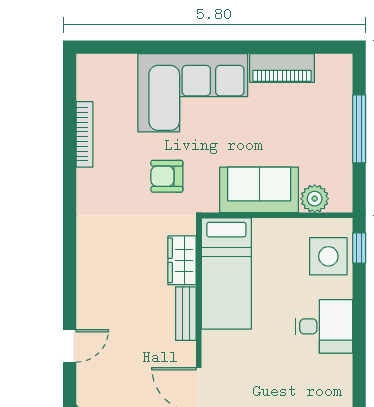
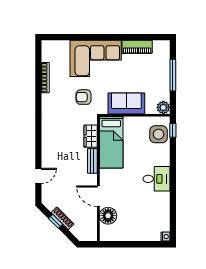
plant: (315, 199) -> (163, 107), moved
desk: (324, 326) -> (156, 179), moved

